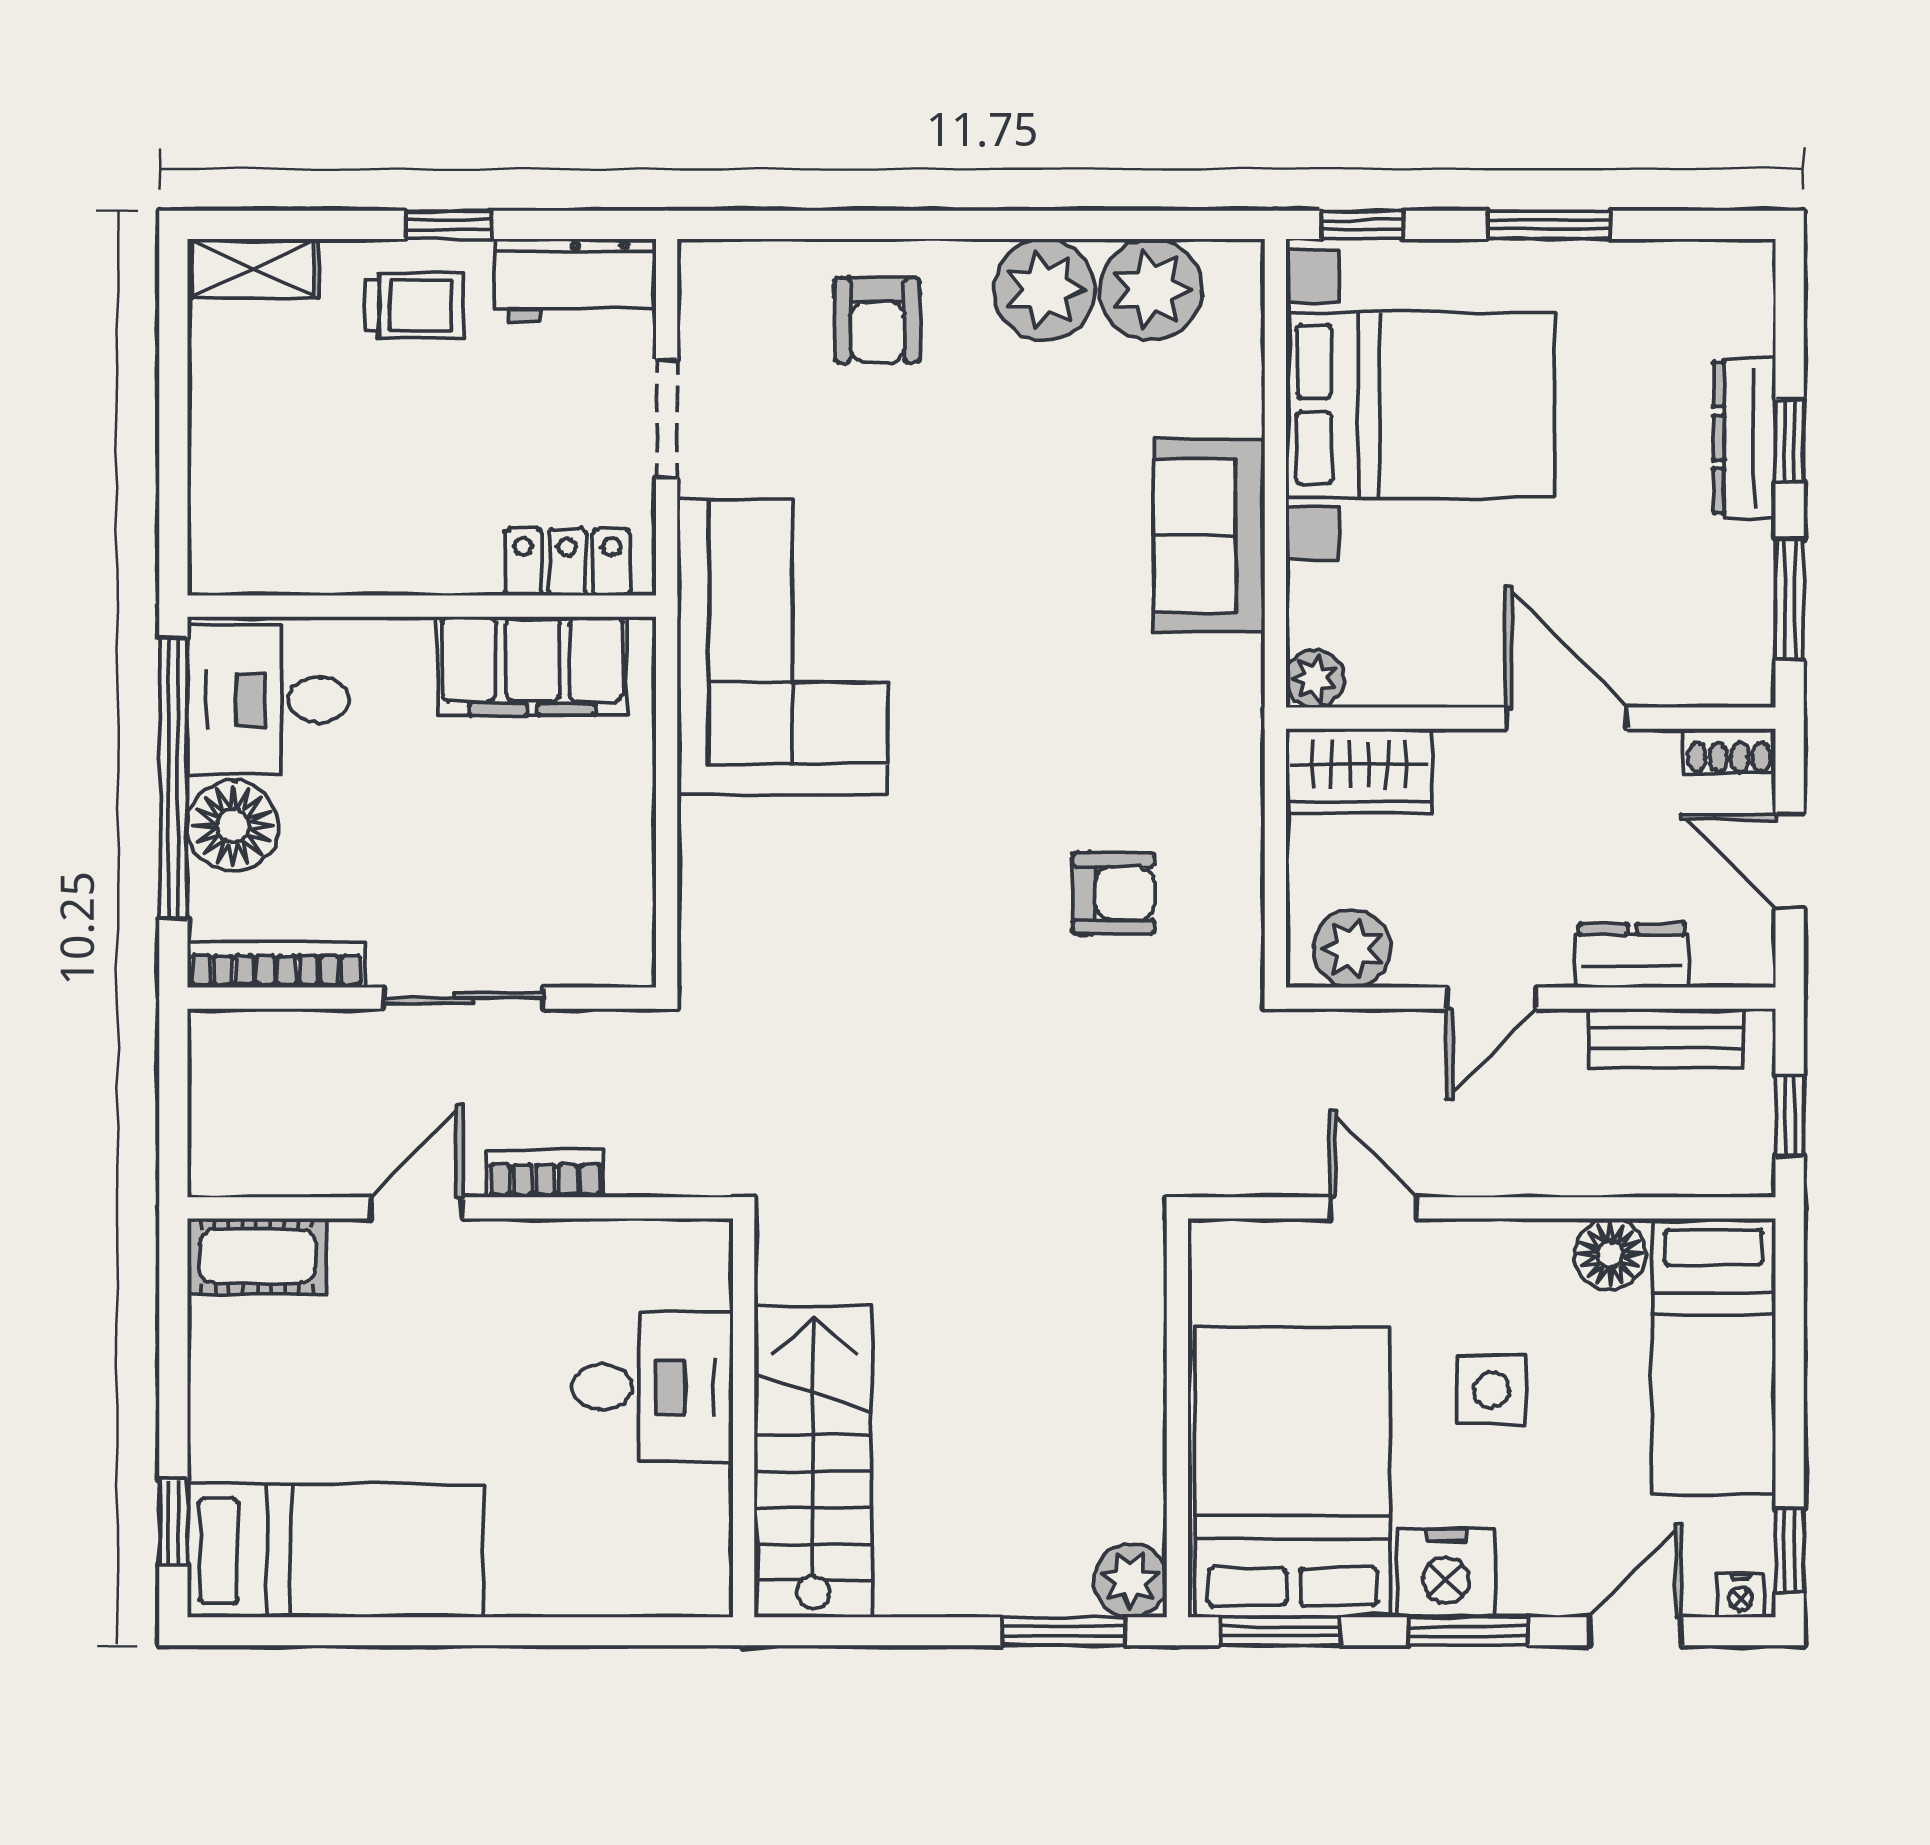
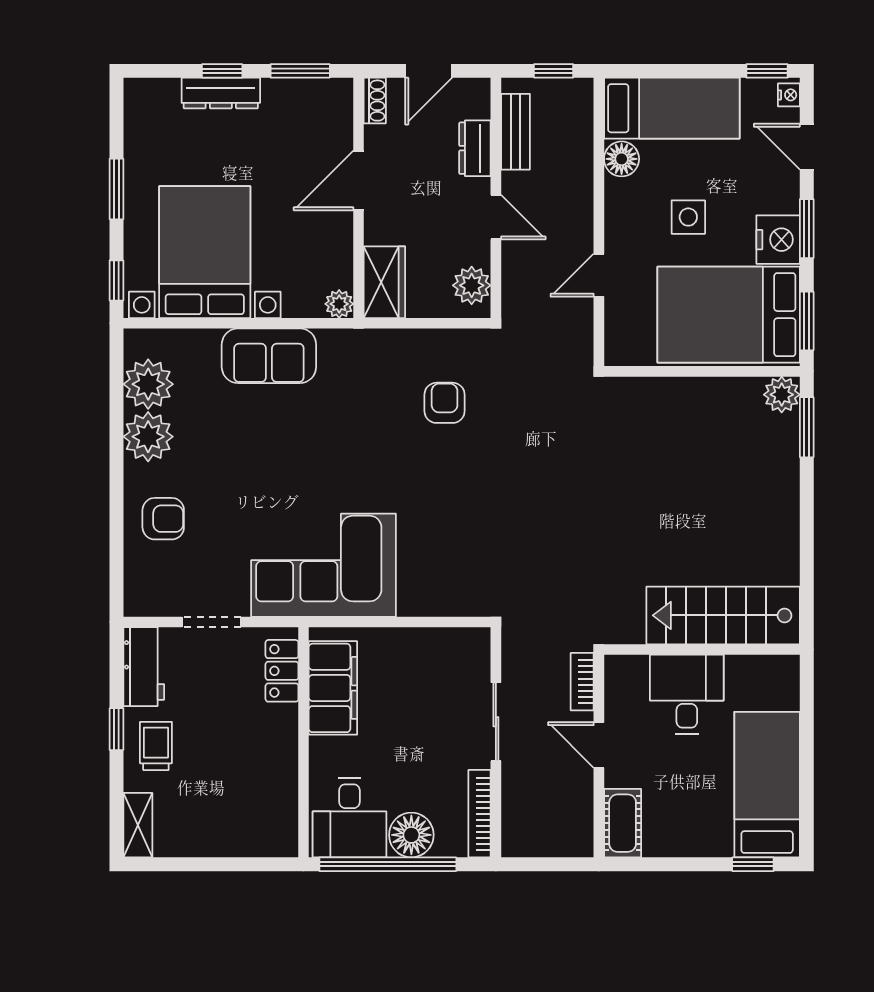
desk: (652, 1387) -> (687, 694), moved
wall: (744, 1418) -> (702, 650), moved
stairs: (813, 1461) -> (723, 615), moved

